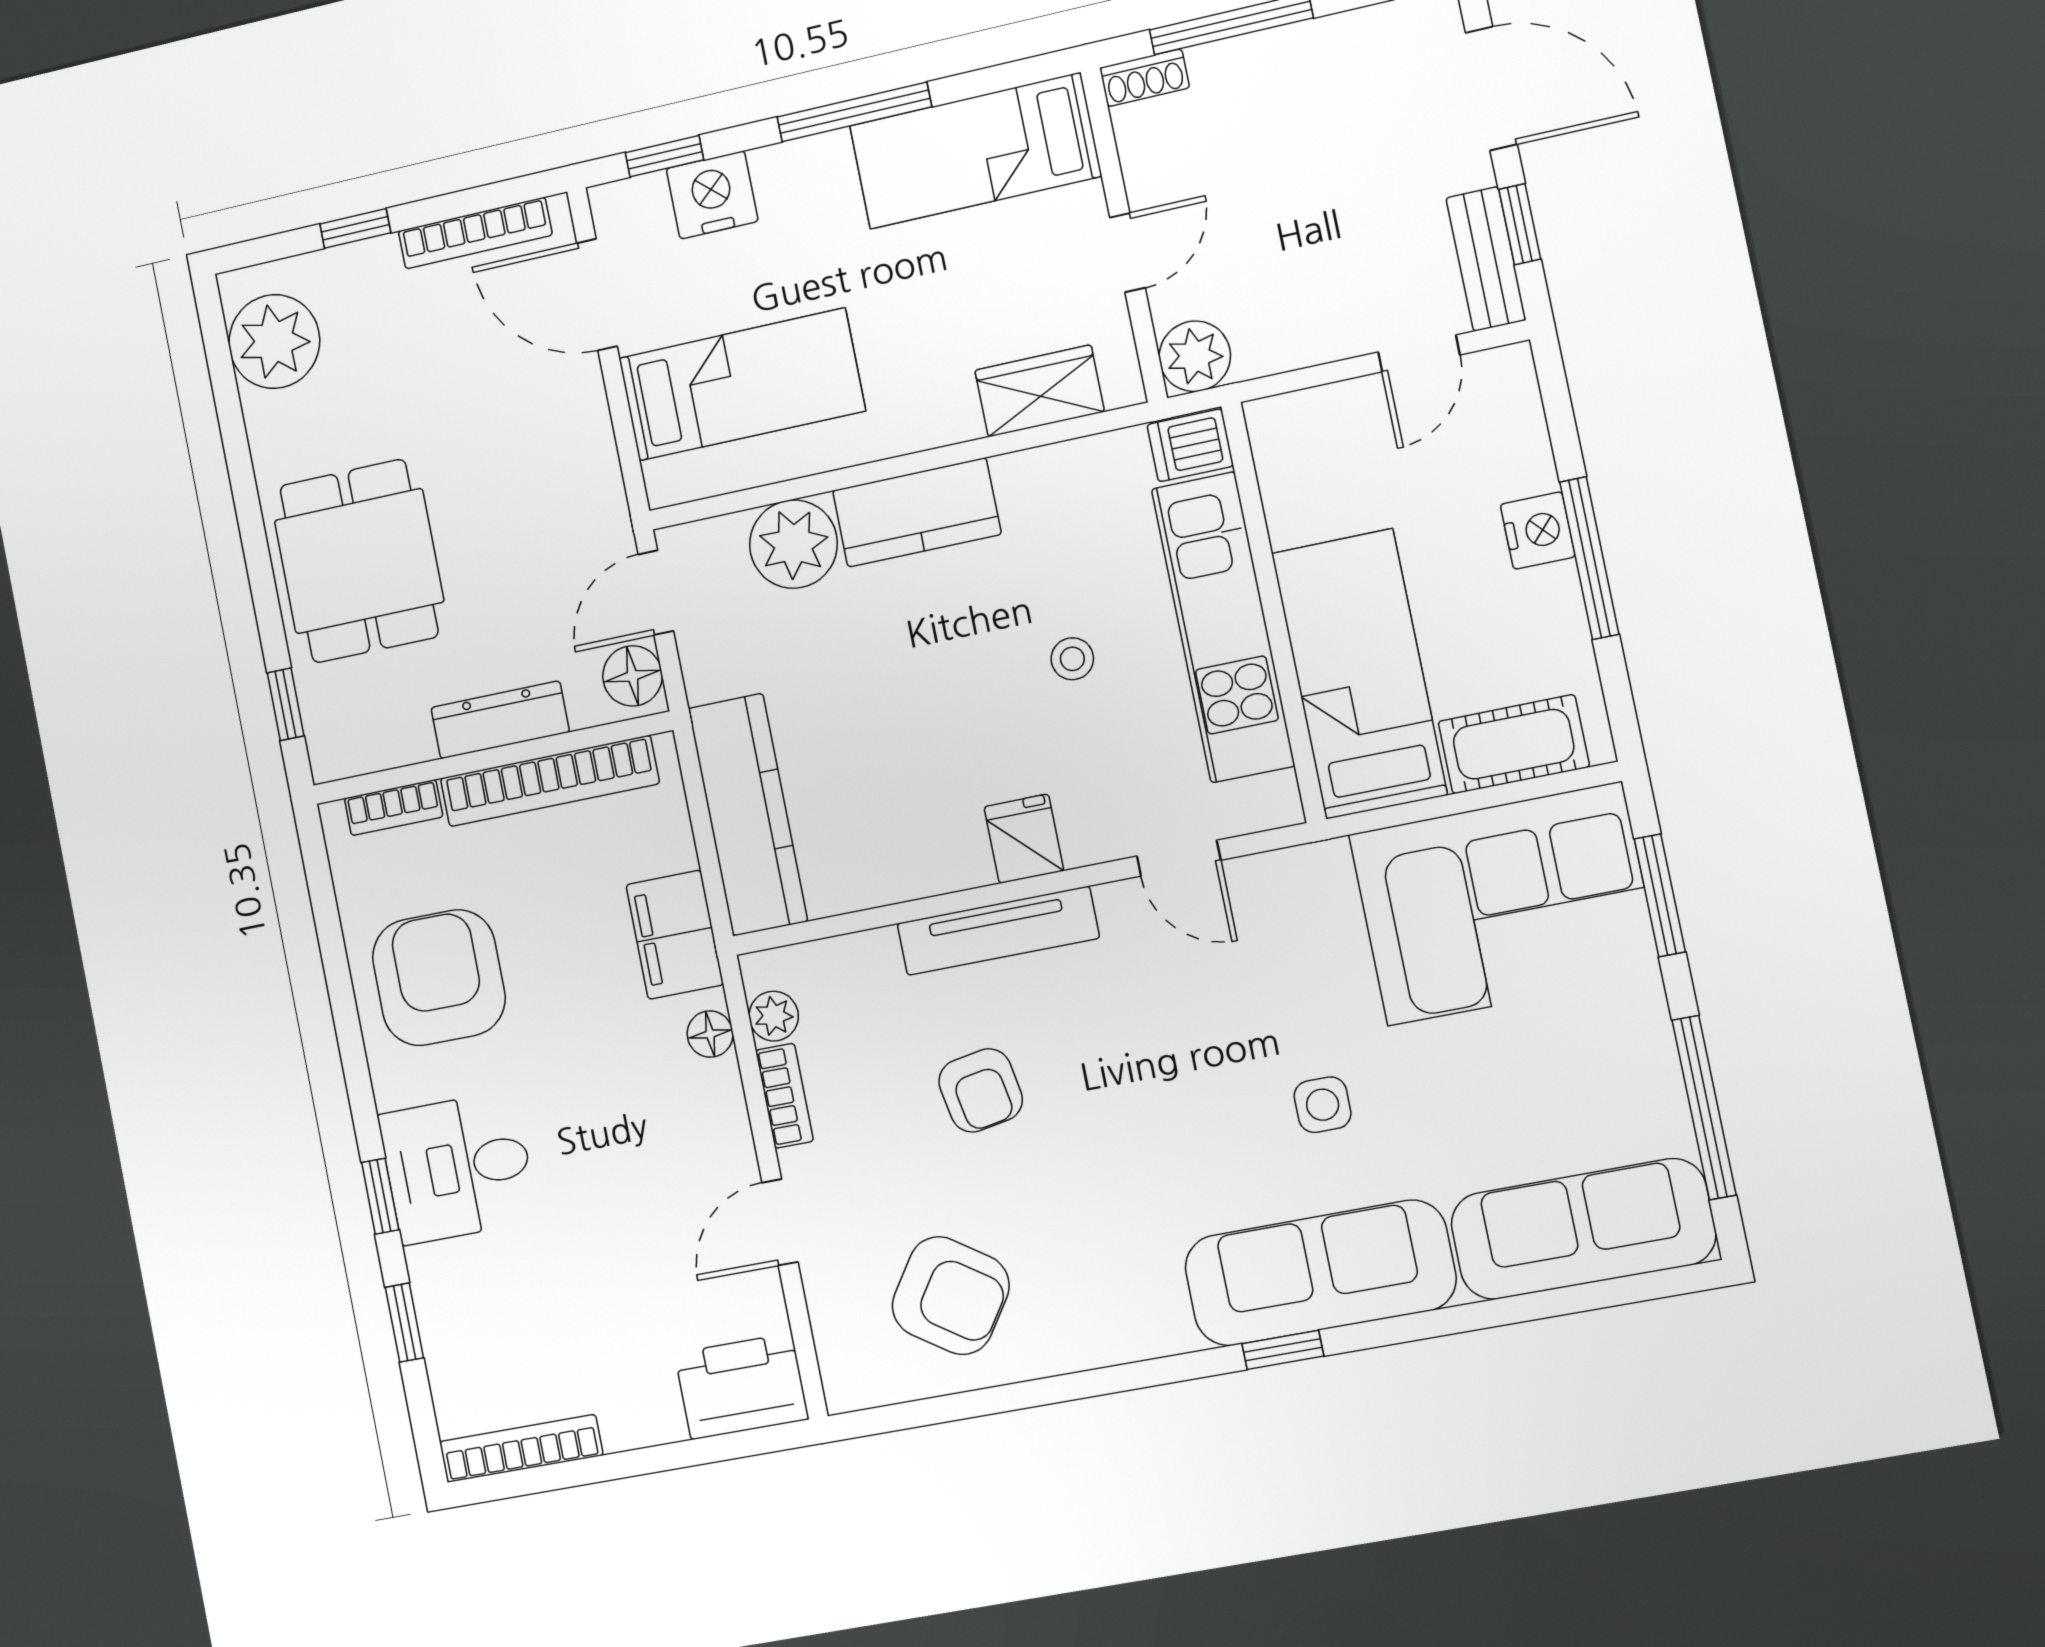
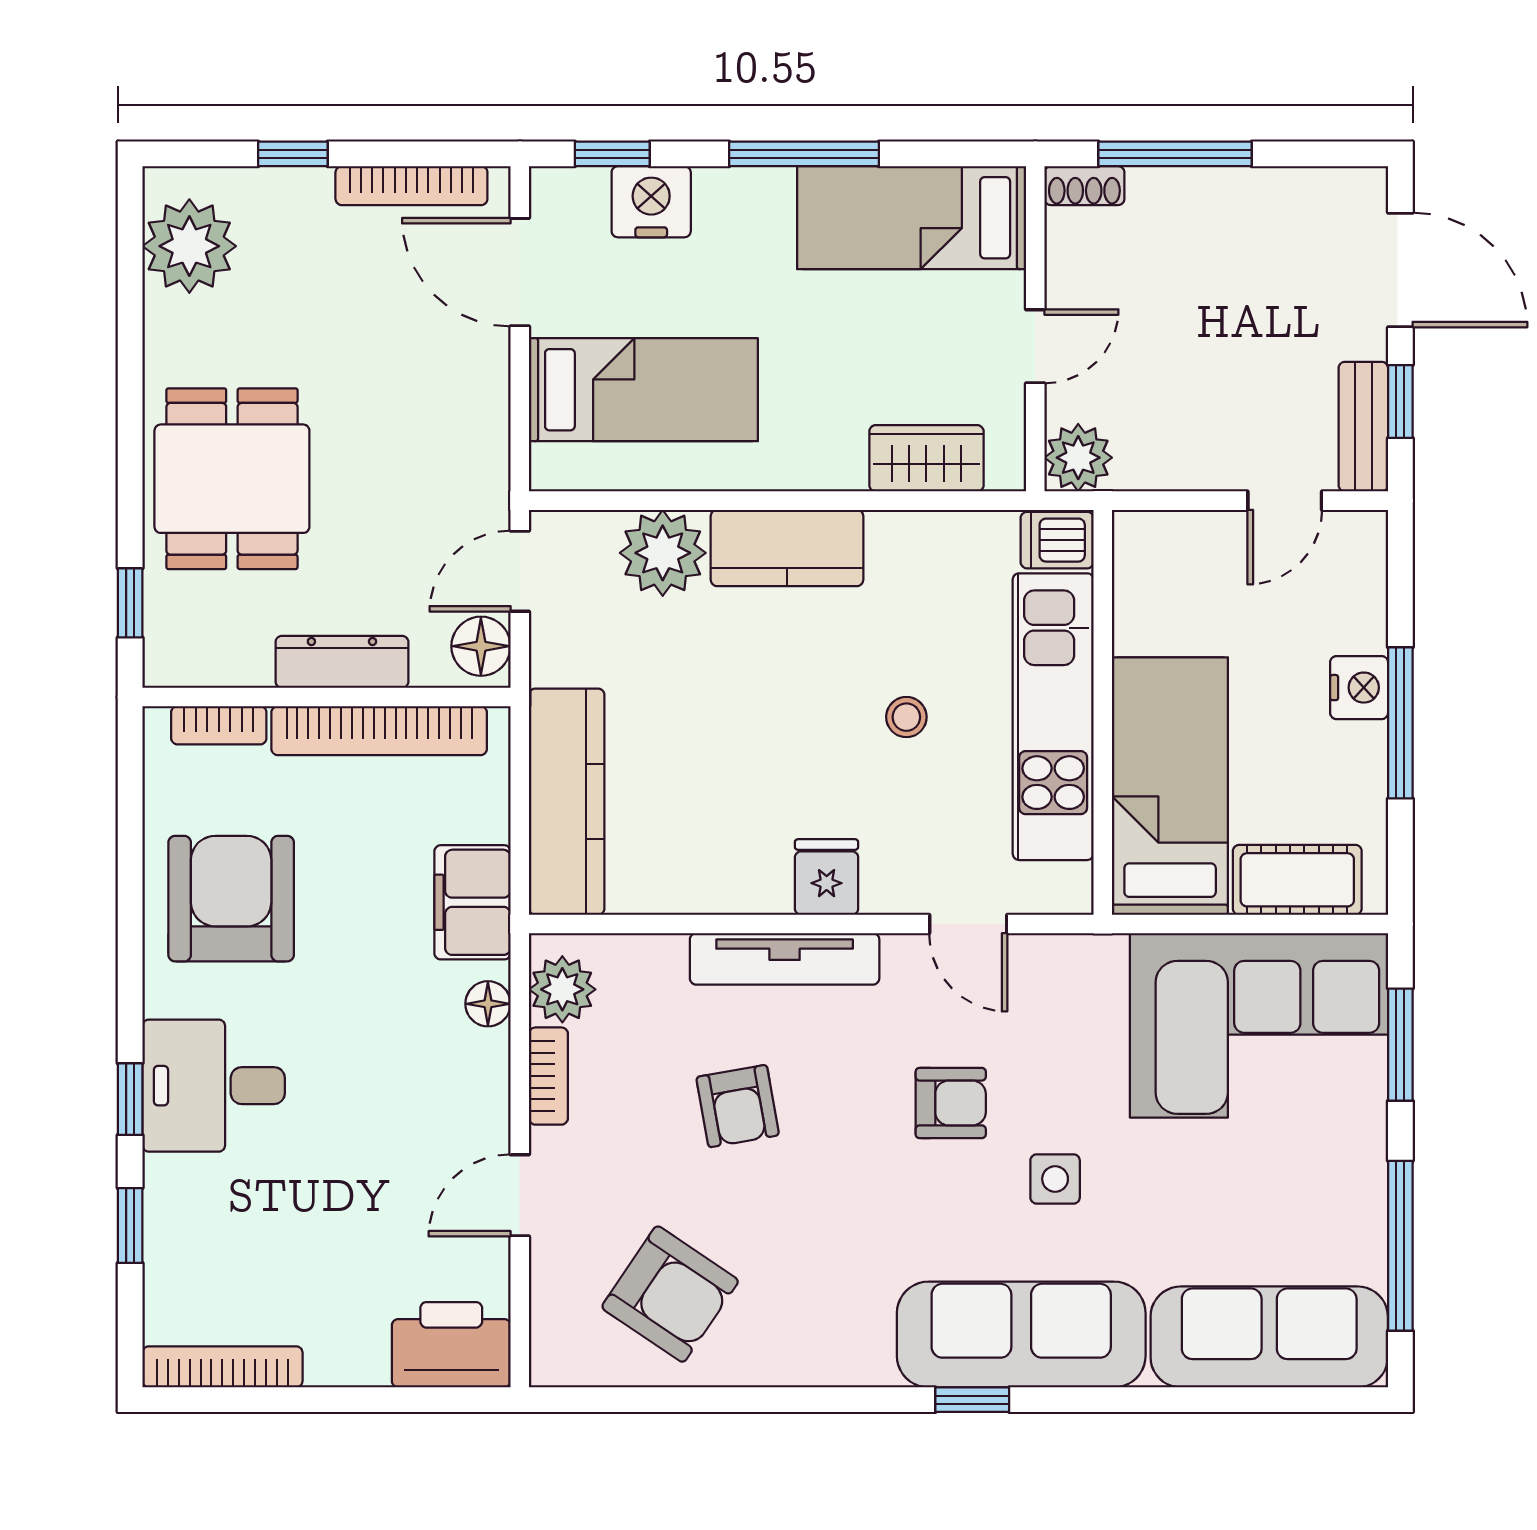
plant: (774, 1016) -> (562, 989), width x1.38, depth x1.38
armchair: (1198, 1046) -> (951, 1103), added

